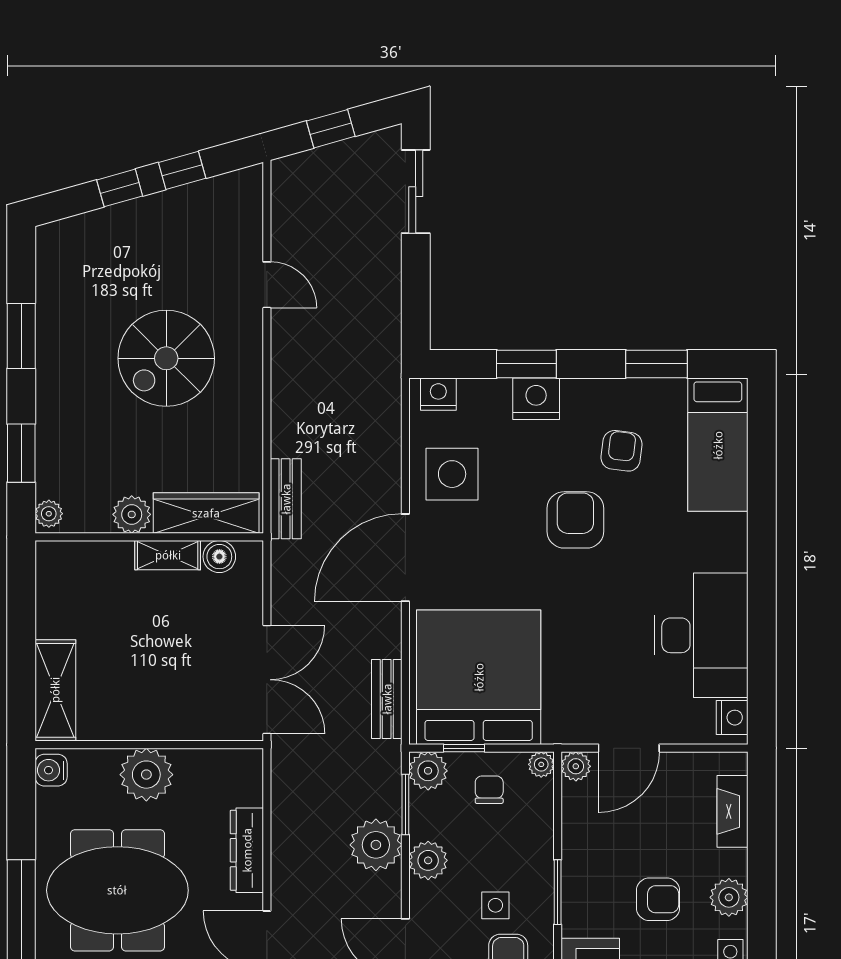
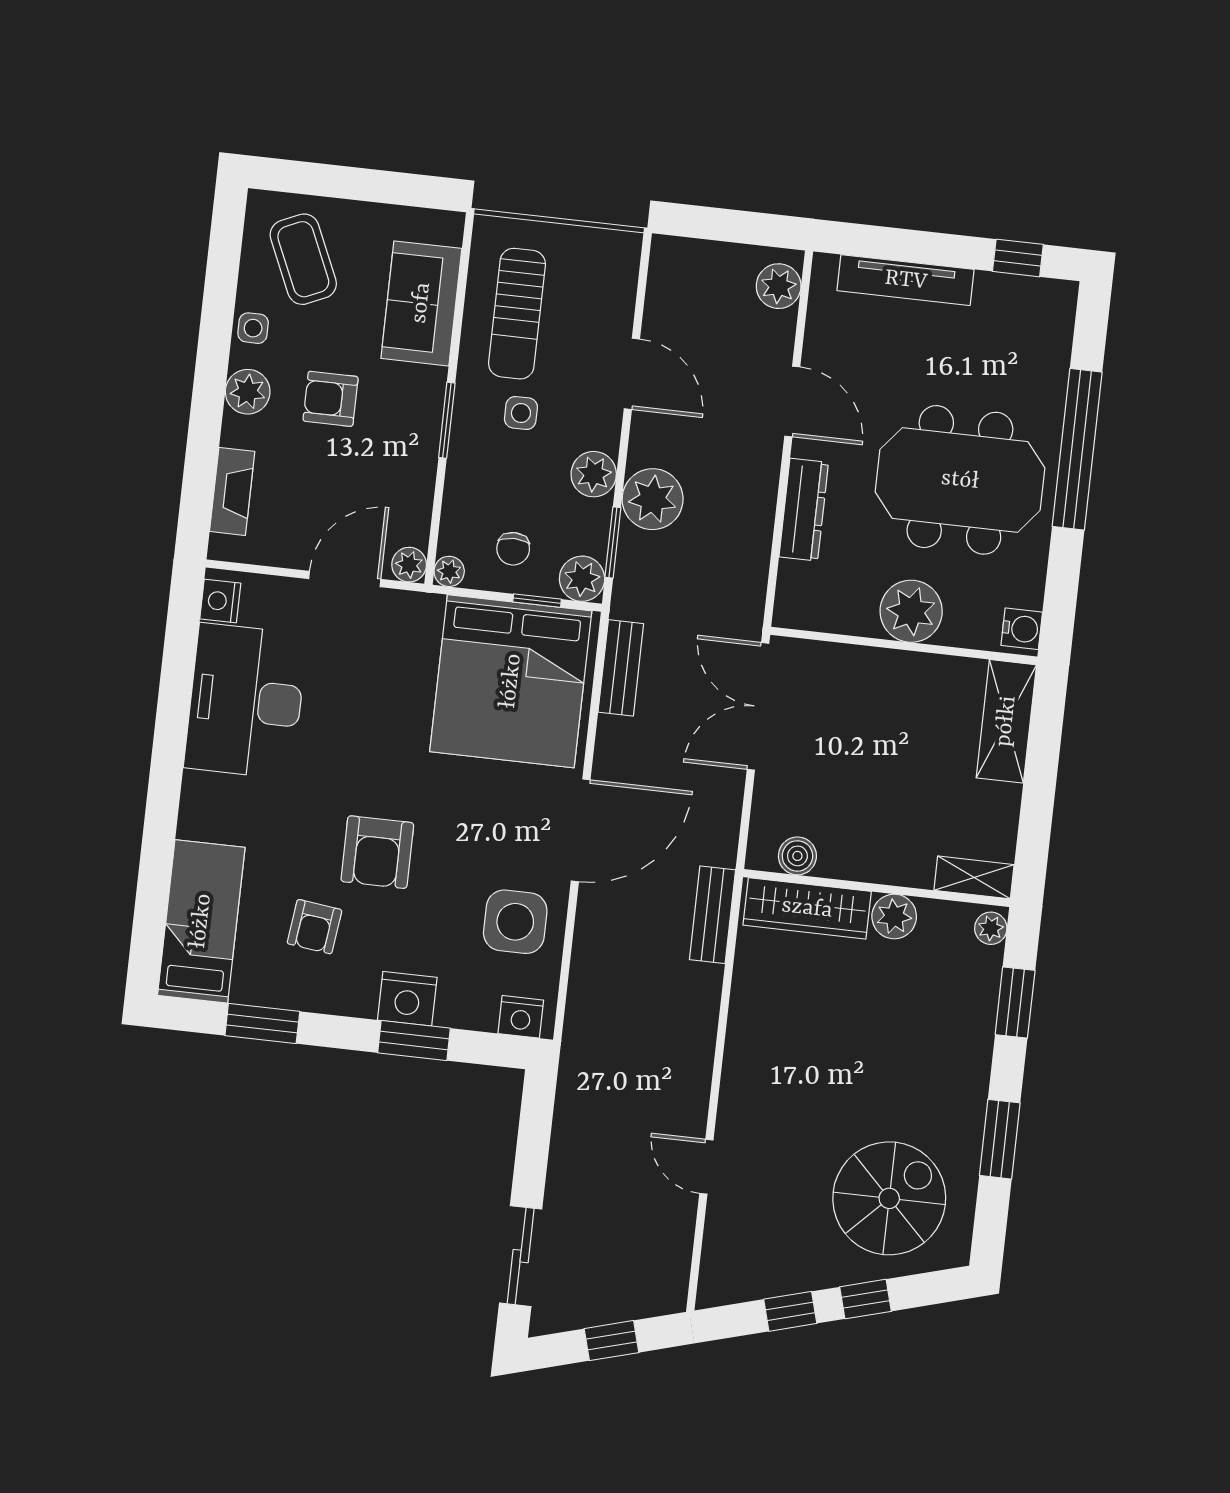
spiral stairs: (166, 358) -> (889, 1198), moved
shelving: (168, 555) -> (974, 877), moved

